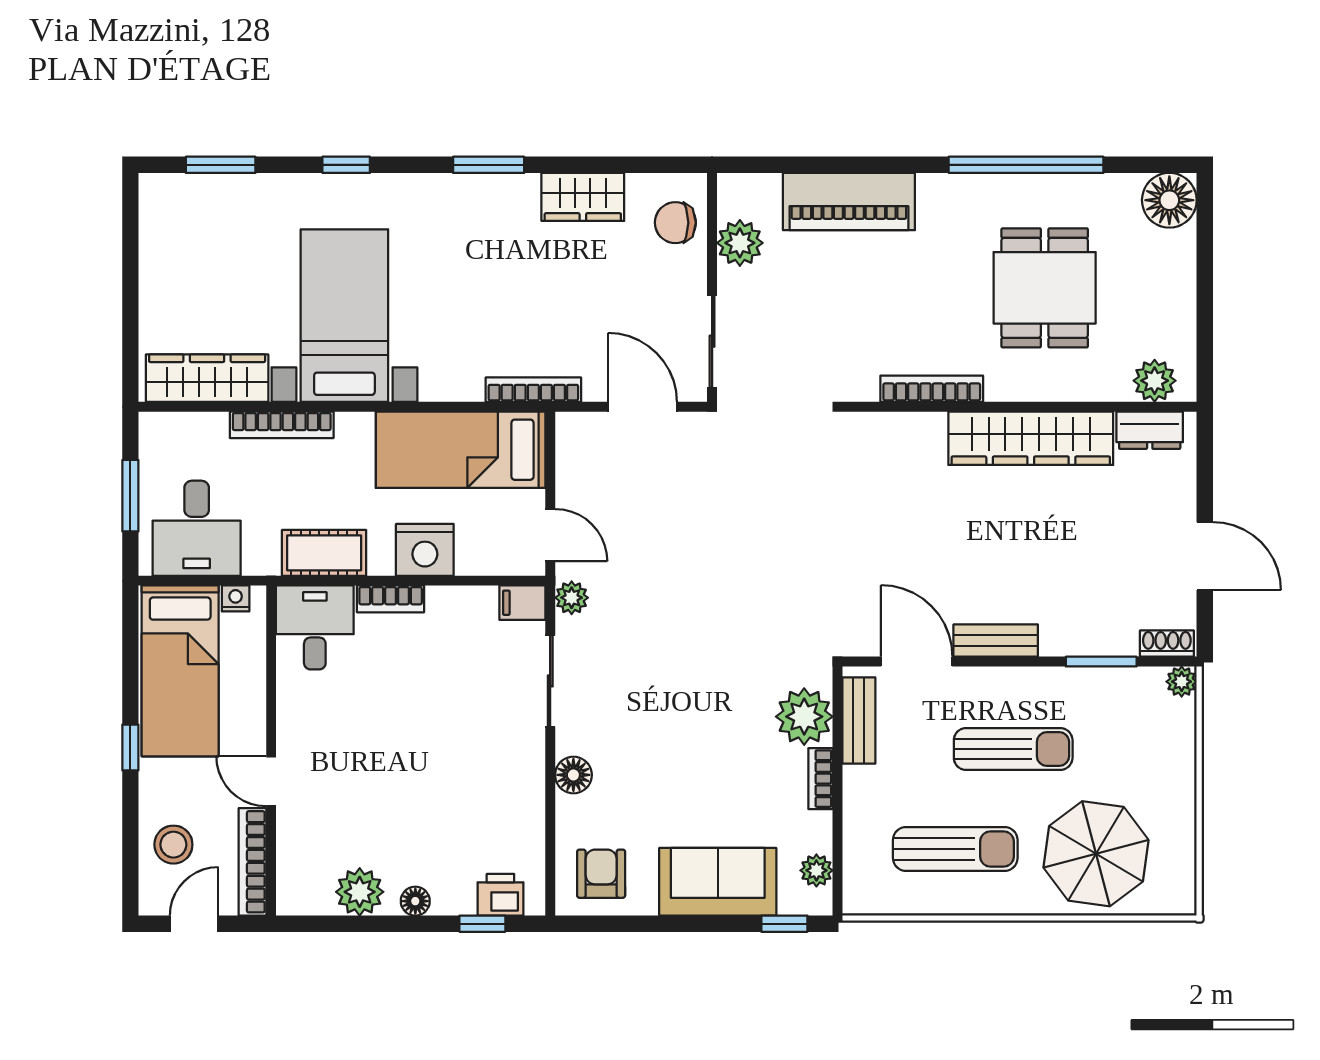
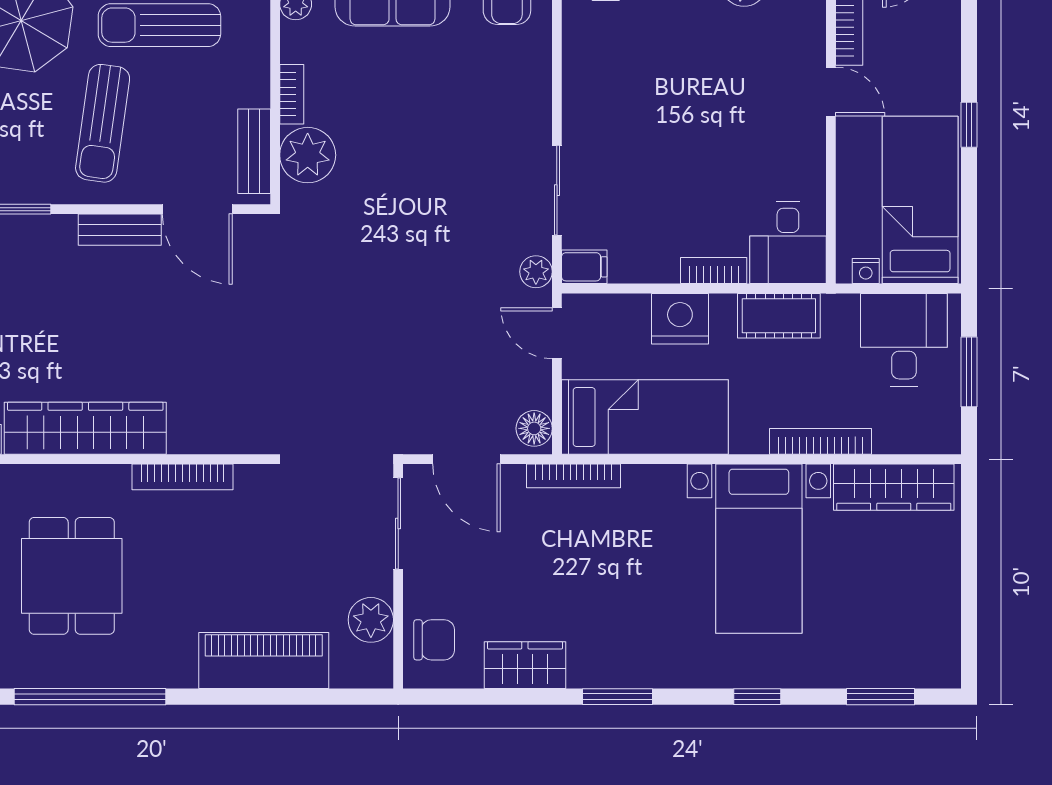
sun lounger: (1013, 749) -> (103, 123), turned -82
floor lamp: (573, 775) -> (534, 428), moved
stool: (173, 845) -> (927, 29), removed

